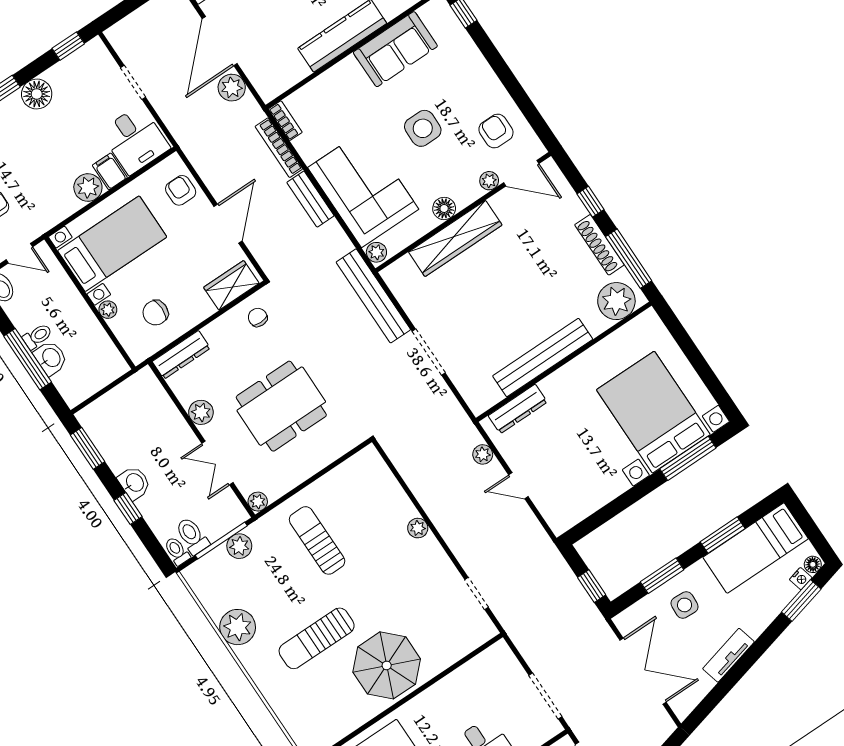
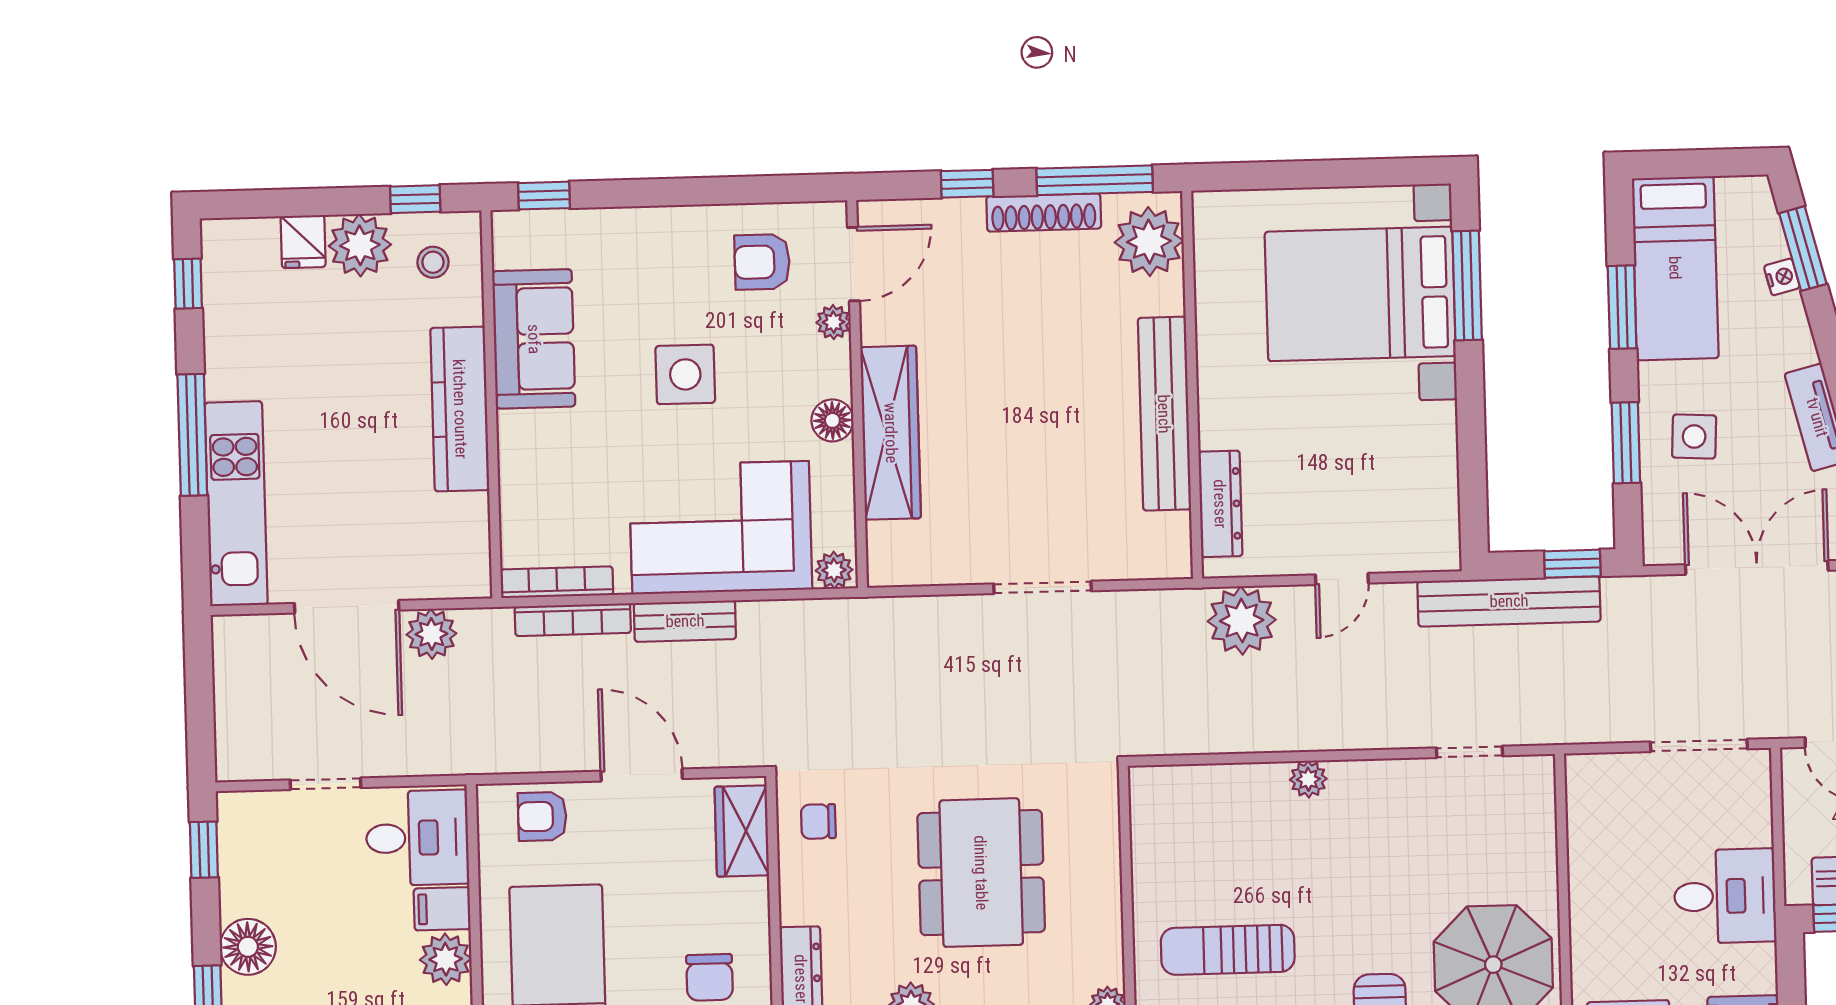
bookcase: (285, 121) -> (557, 582), width x1.56
bench: (373, 296) -> (1509, 601), moved
plant: (483, 454) -> (1242, 621), width x1.87, depth x1.87
floor lamp: (813, 564) -> (1758, 195), removed
nightstand: (801, 579) -> (1782, 277), moved

